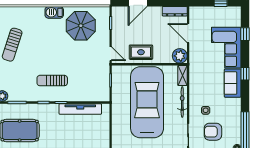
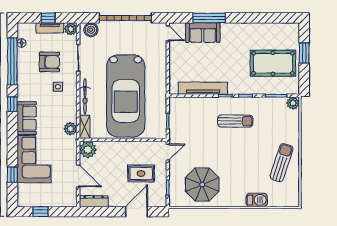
barbecue: (54, 12) -> (257, 200), moved
rug: (141, 52) -> (141, 174), moved
door: (111, 54) -> (168, 152), swing flipped
plant: (195, 74) -> (70, 129), added
window: (245, 74) -> (12, 104), moved

